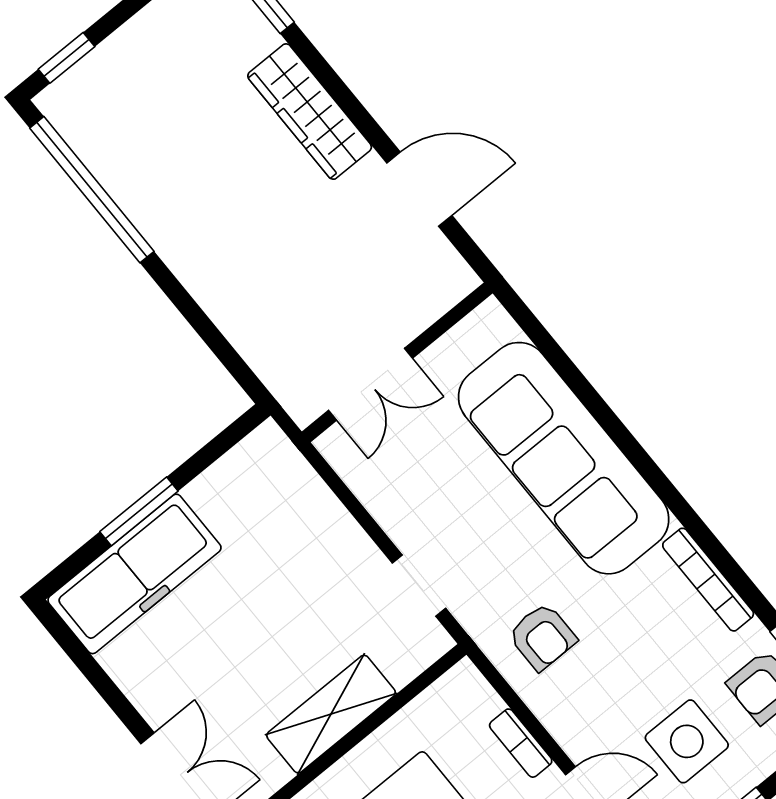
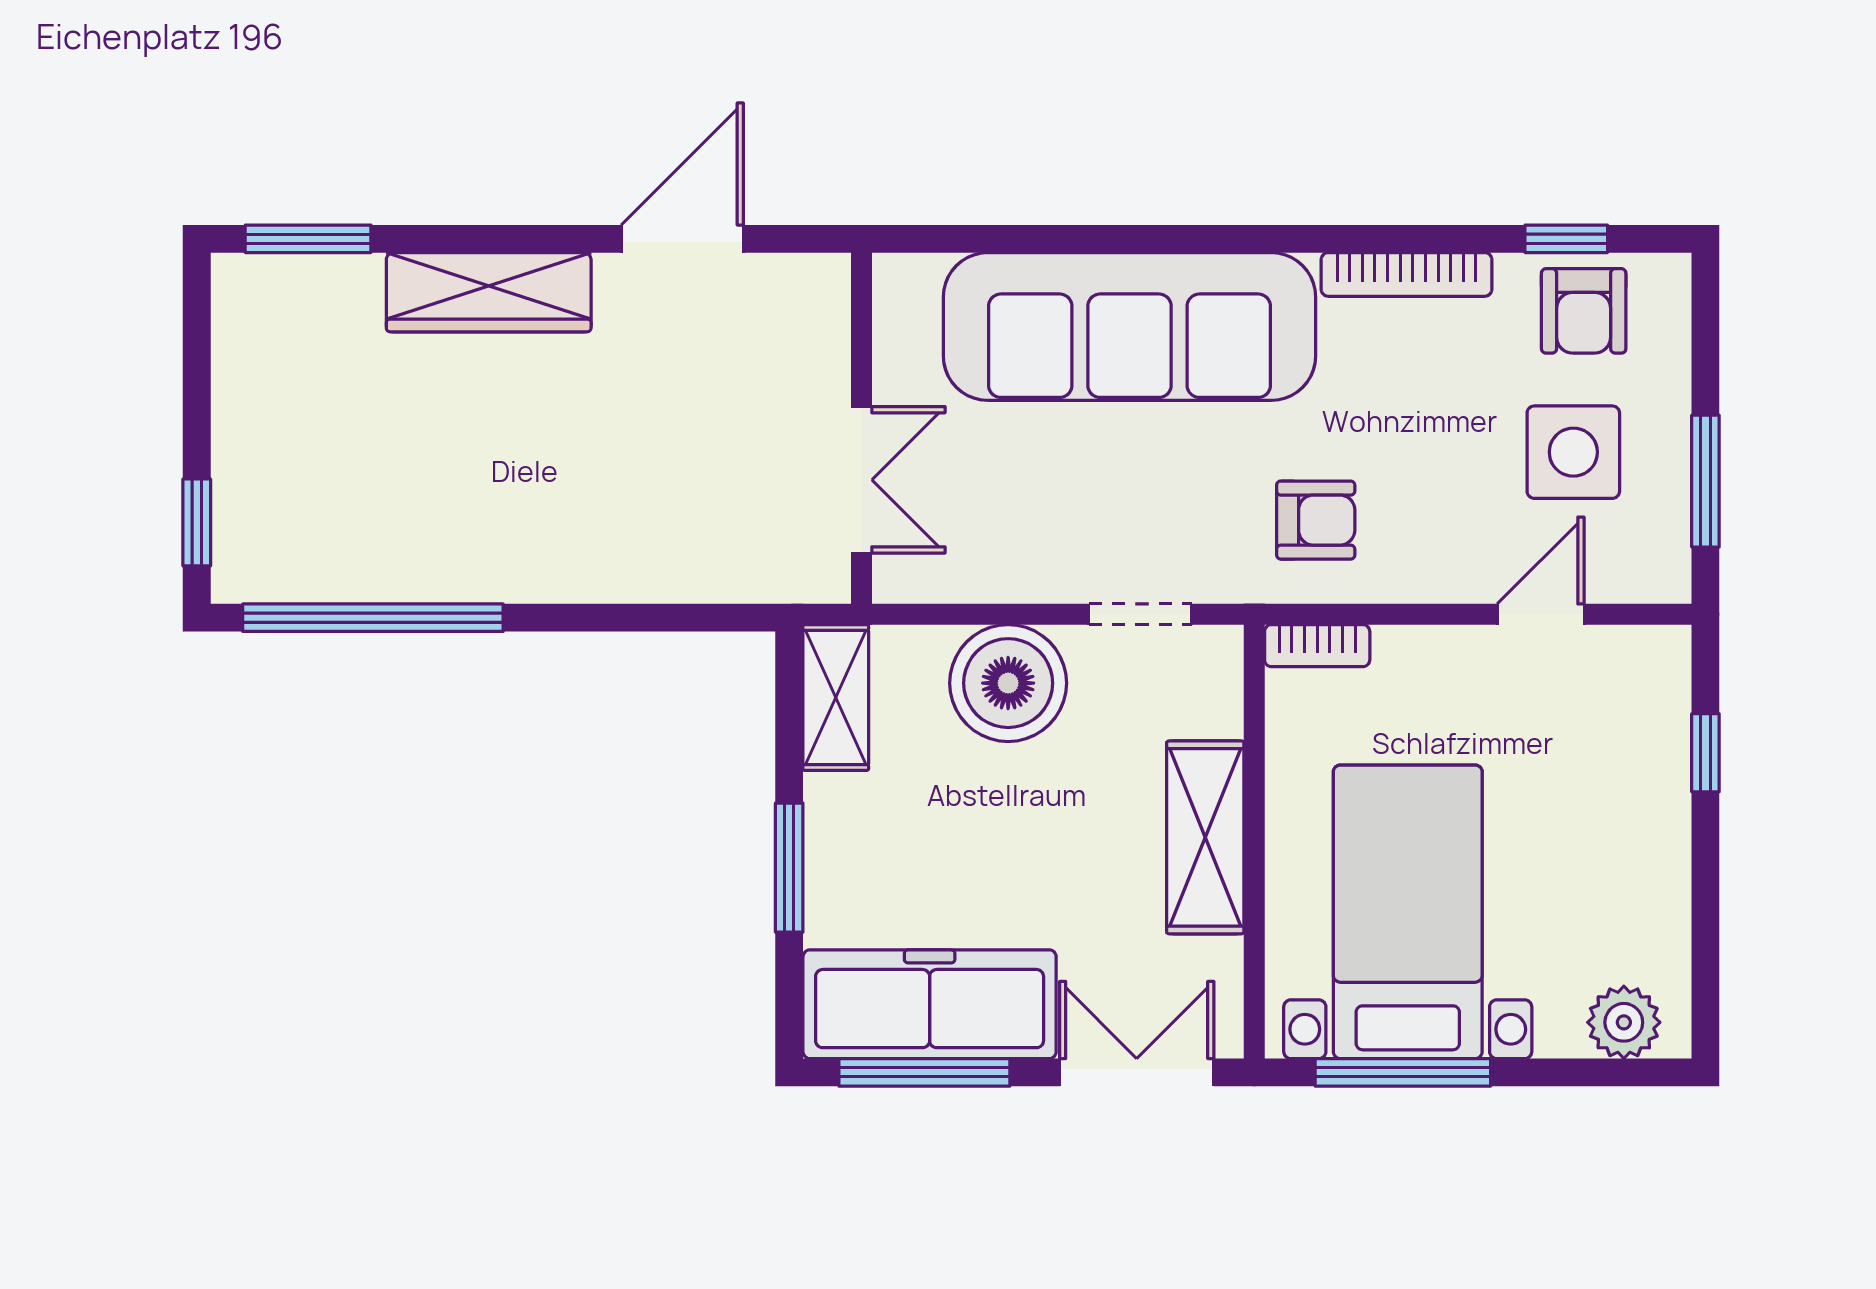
shelving: (247, 463) -> (836, 698), added
boiler: (327, 546) -> (1008, 683), added
freezer: (134, 574) -> (930, 1004), moved, turned -90
window: (90, 668) -> (924, 1072), added
bookcase: (521, 743) -> (1317, 646), moved

